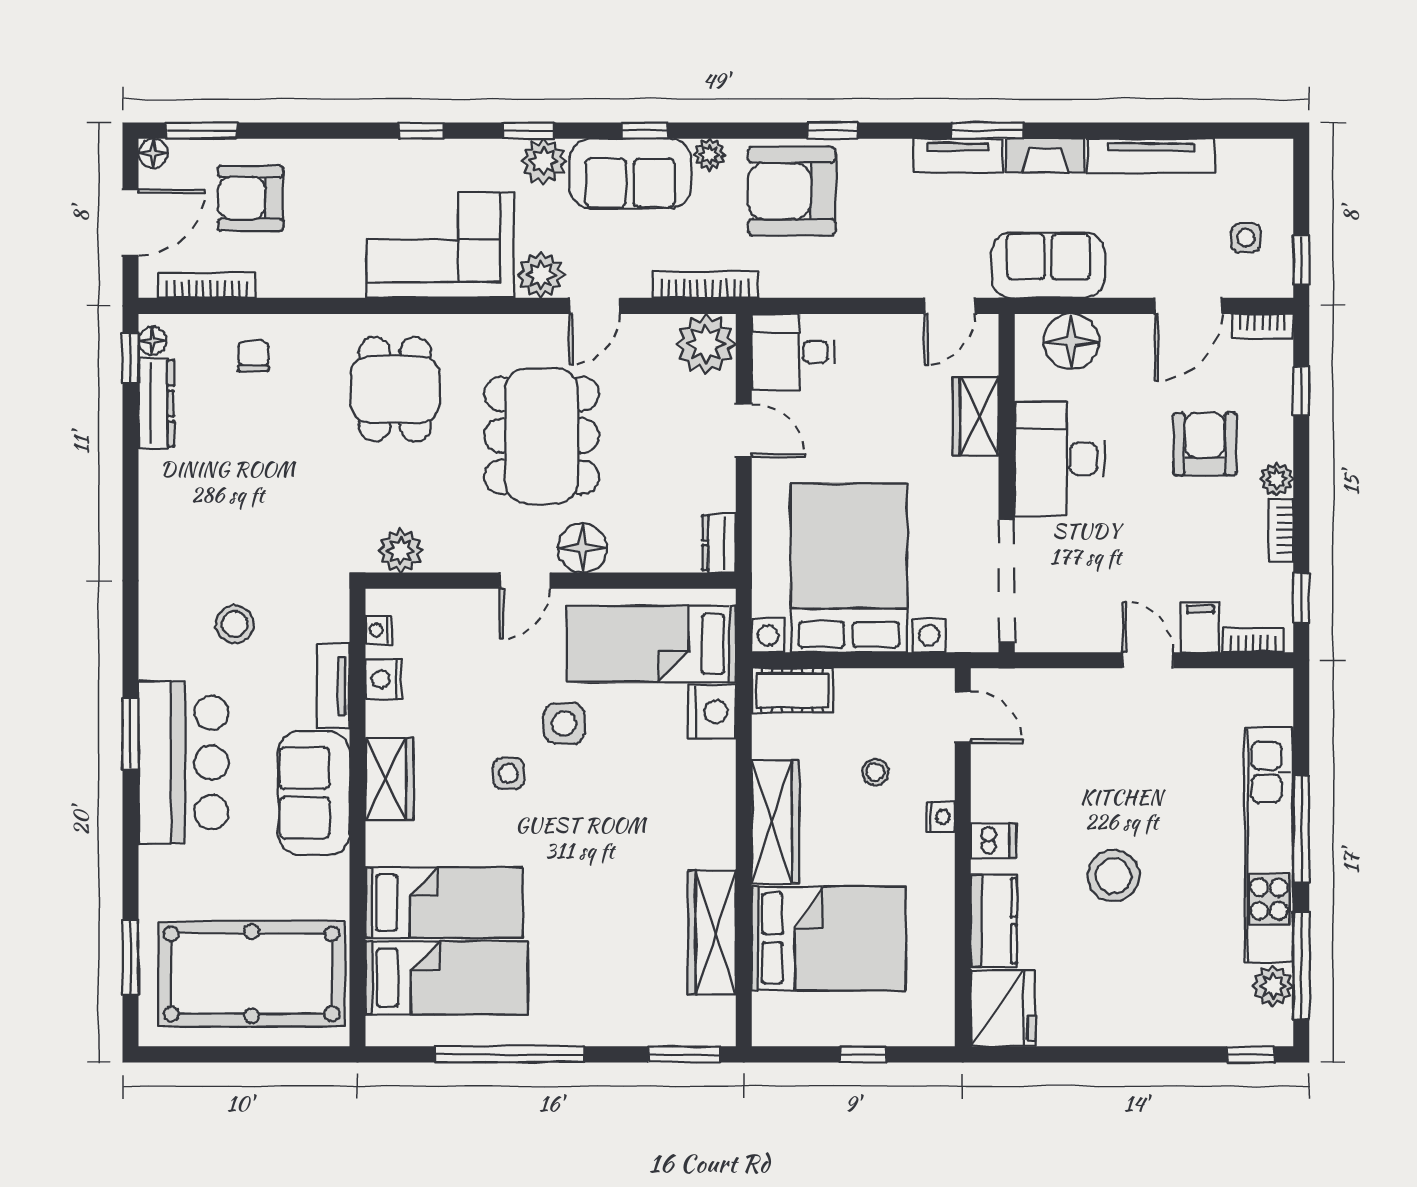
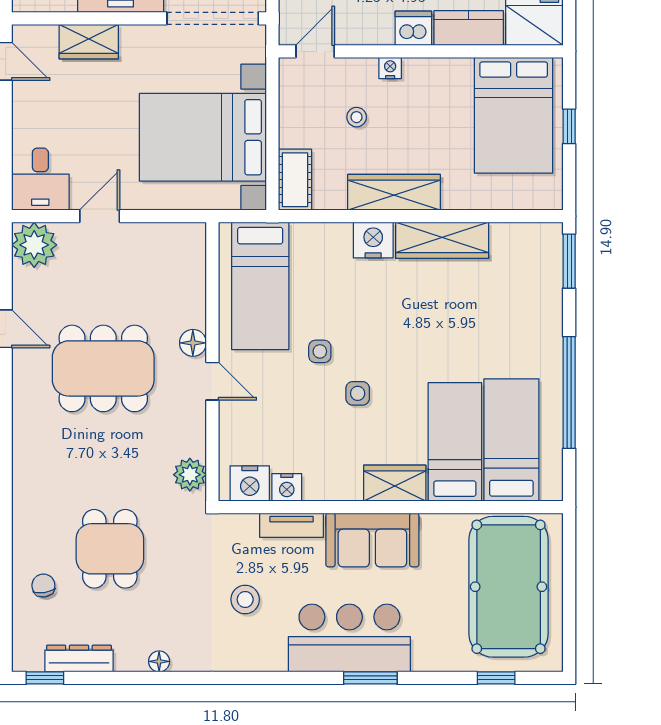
floor lamp: (152, 341) -> (159, 661), moved
chair: (253, 356) -> (43, 585), turned 81
dining table: (395, 389) -> (110, 549), moved, turned 90
dresser: (719, 543) -> (184, 235), removed
floor lamp: (582, 548) -> (193, 343), width x0.73, depth x0.73
nightstand: (379, 630) -> (250, 483), width x1.89, depth x1.79
nightstand: (712, 712) -> (373, 240), moved
side table: (564, 723) -> (320, 351), width x0.73, depth x0.73
window: (131, 734) -> (370, 678), moved
wardrobe: (389, 779) -> (395, 483), moved
dishwasher: (993, 841) -> (413, 28), width x1.38
wardrobe: (712, 933) -> (442, 240), moved
bed: (829, 938) -> (514, 115), moved, turned 180
window: (131, 957) -> (496, 678), width x0.67

